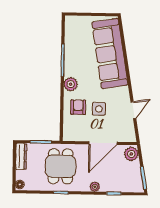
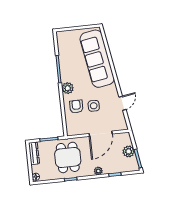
plant: (131, 154) -> (129, 151), moved

